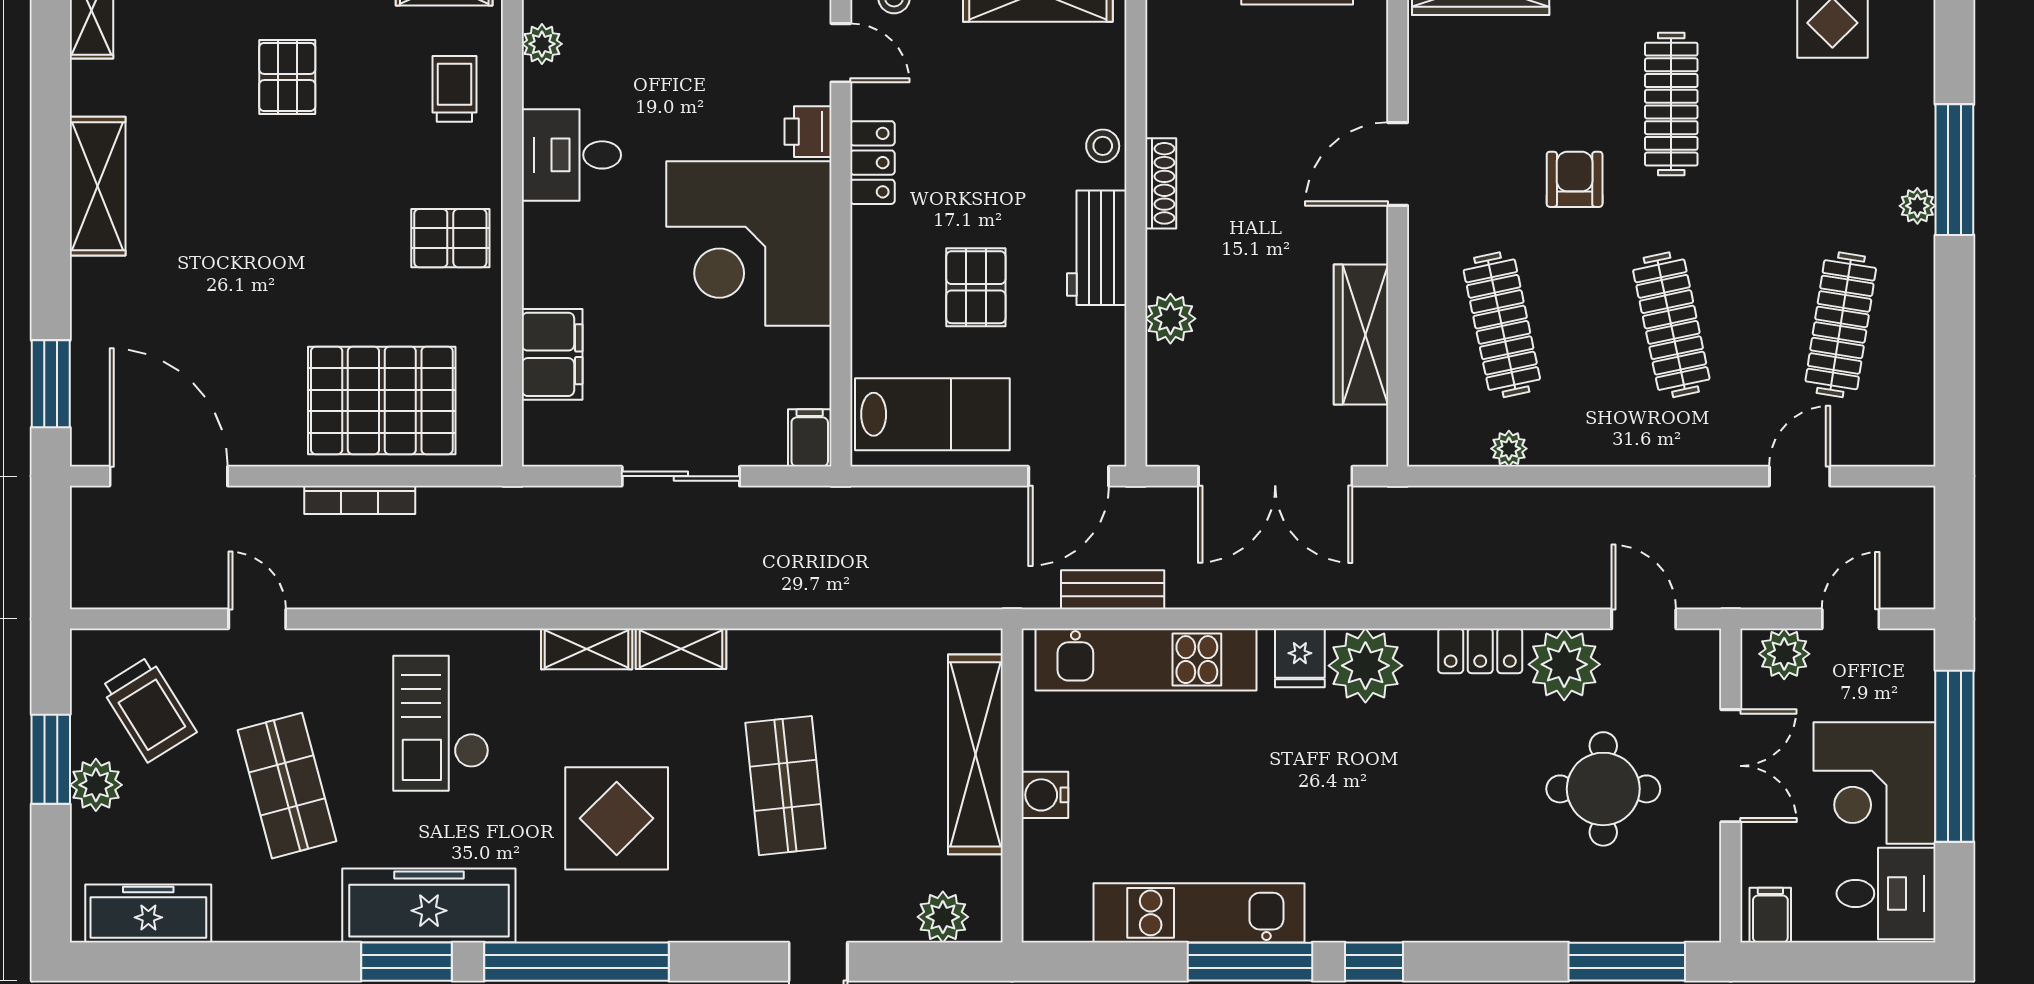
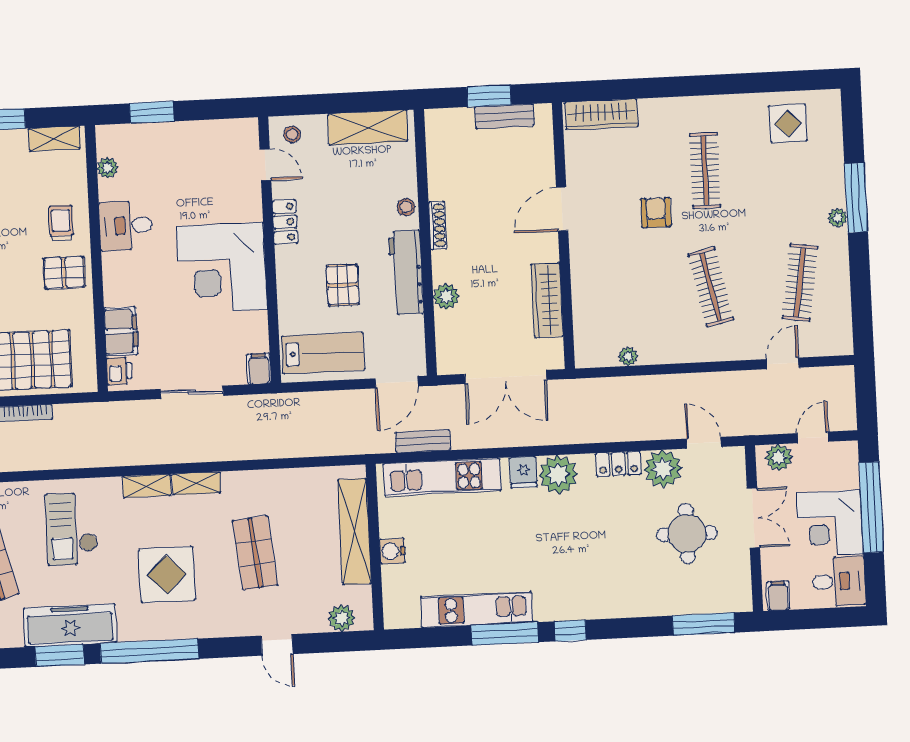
trolley: (454, 89) -> (61, 223), moved
printer: (808, 132) -> (119, 371), moved, turned 180
workbench: (1097, 248) -> (406, 272), width x1.38
clothes rail: (1502, 325) -> (621, 291), removed

